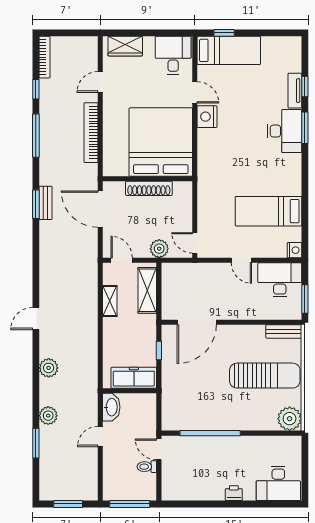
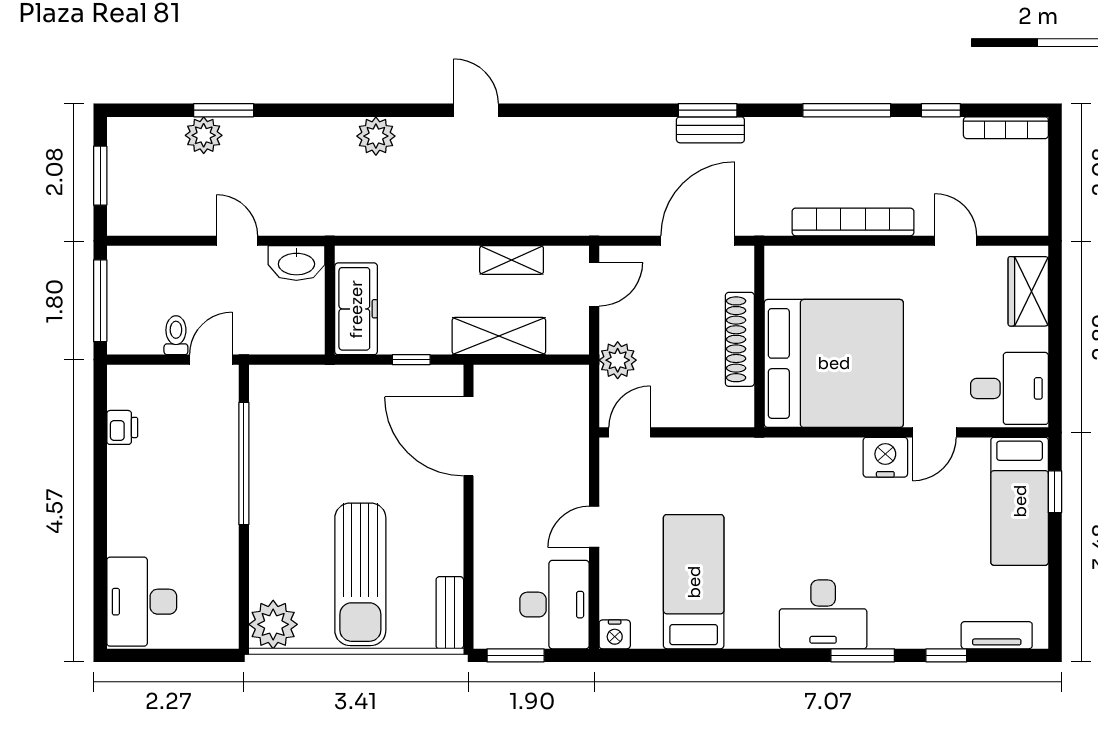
tv unit: (295, 91) -> (997, 635), moved
desk: (285, 131) -> (823, 614), moved
shelving: (147, 290) -> (499, 336), moved
plant: (48, 416) -> (204, 135), moved
printer: (234, 493) -> (122, 427), moved

